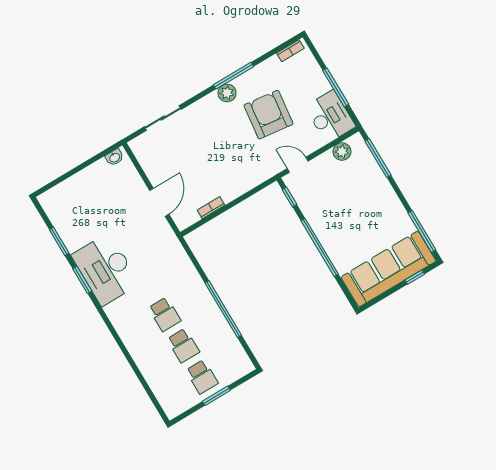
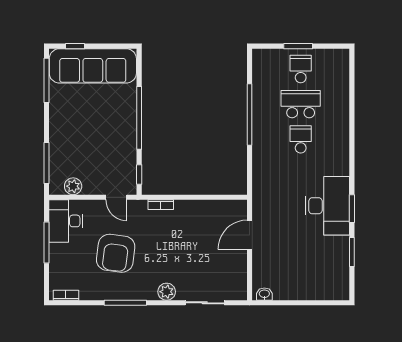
plant: (227, 93) -> (167, 292), moved
bookcase: (211, 208) -> (161, 205), moved
school desk: (183, 346) -> (301, 104), width x1.85

